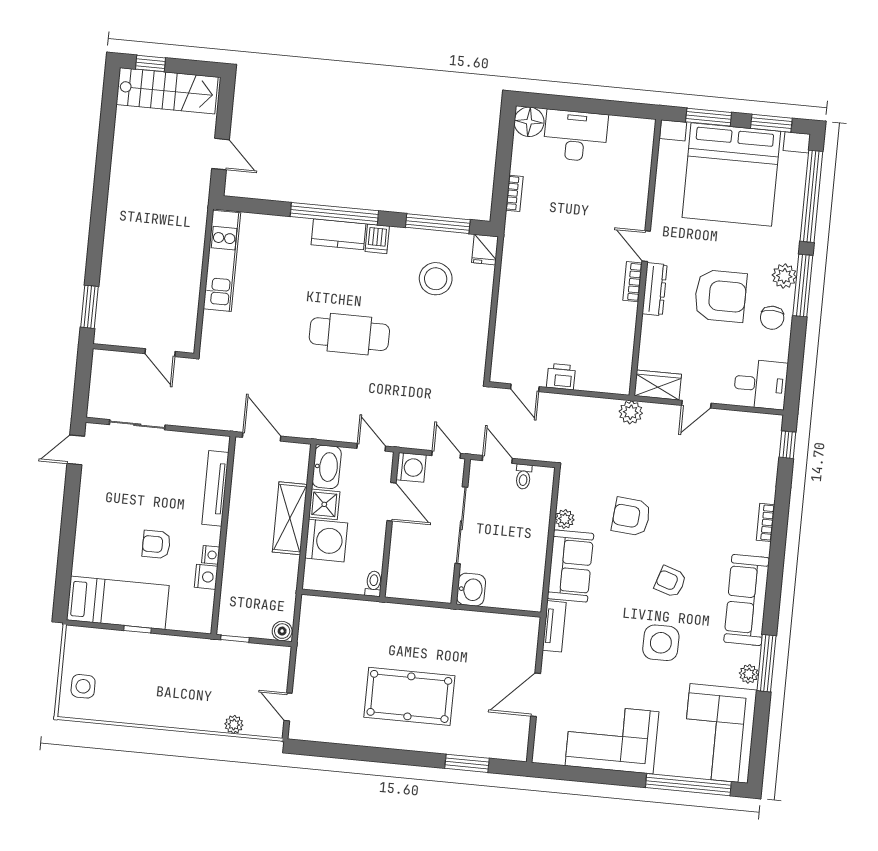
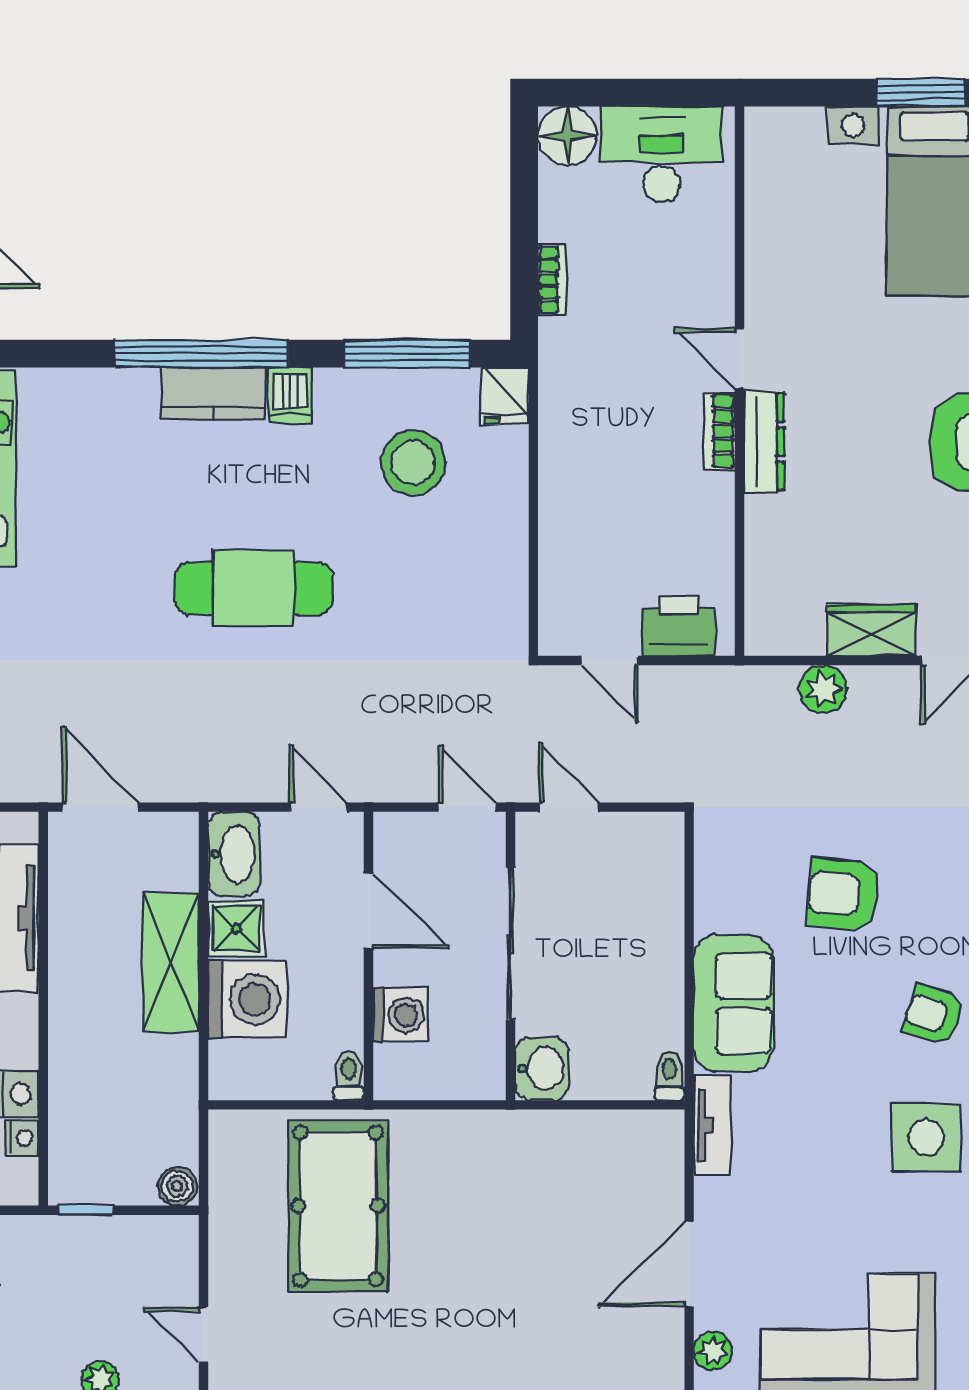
door: (646, 246) -> (739, 359), moved
wall: (645, 258) -> (739, 381), moved
bookcase: (633, 282) -> (719, 431), moved
dresser: (655, 289) -> (764, 442), moved
printer: (561, 377) -> (679, 626), width x1.36, depth x1.24
washing machine: (411, 467) -> (400, 1015), moved
toilet: (523, 477) -> (669, 1076), moved, turned 180
plant: (565, 519) -> (713, 1351), moved
nightstand: (211, 555) -> (22, 1138), moved
pool table: (409, 696) -> (338, 1206), moved, turned 90

